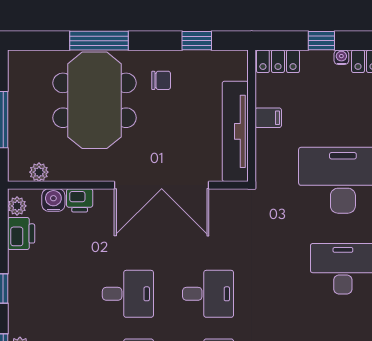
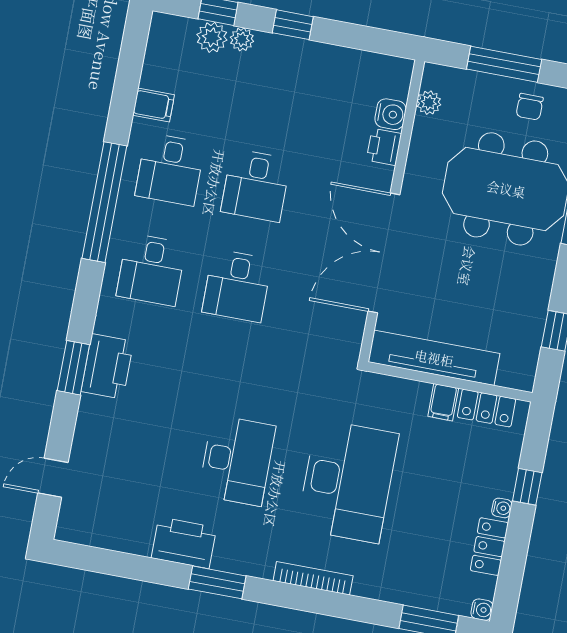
locker: (278, 61) -> (487, 408), moved, turned -90
chair: (161, 80) -> (530, 107), moved
plant: (17, 206) -> (242, 39), moved
printer: (21, 233) -> (356, 66), removed

